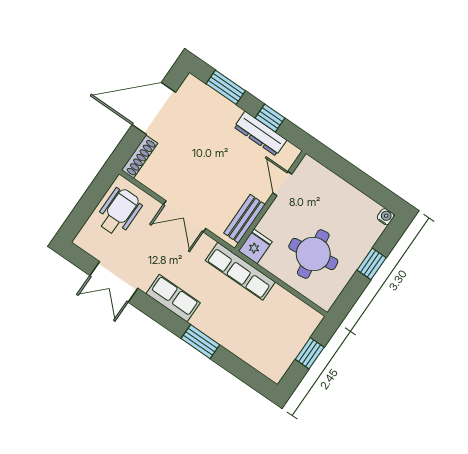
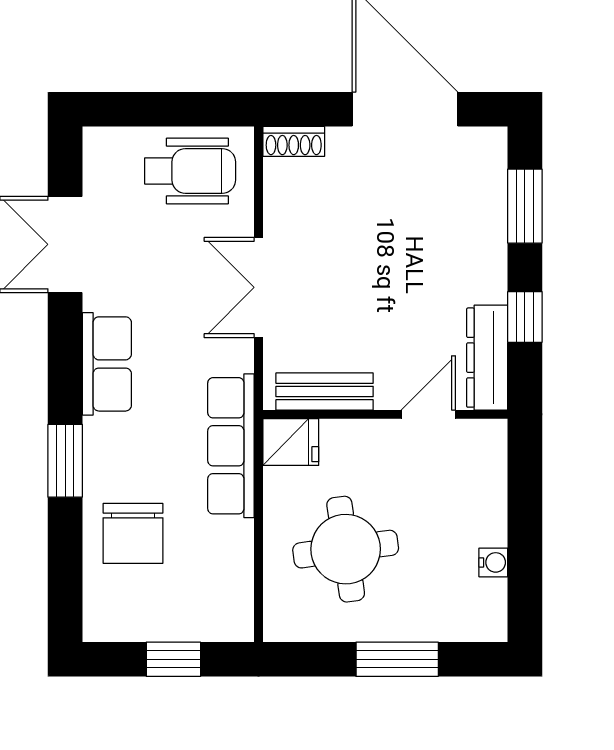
dresser: (260, 134) -> (487, 358), moved
shoe rack: (140, 157) -> (294, 141), width x0.70
water cooler: (386, 217) -> (493, 562), moved
window: (372, 264) -> (397, 659), width x1.50
chair: (248, 335) -> (133, 533), added

